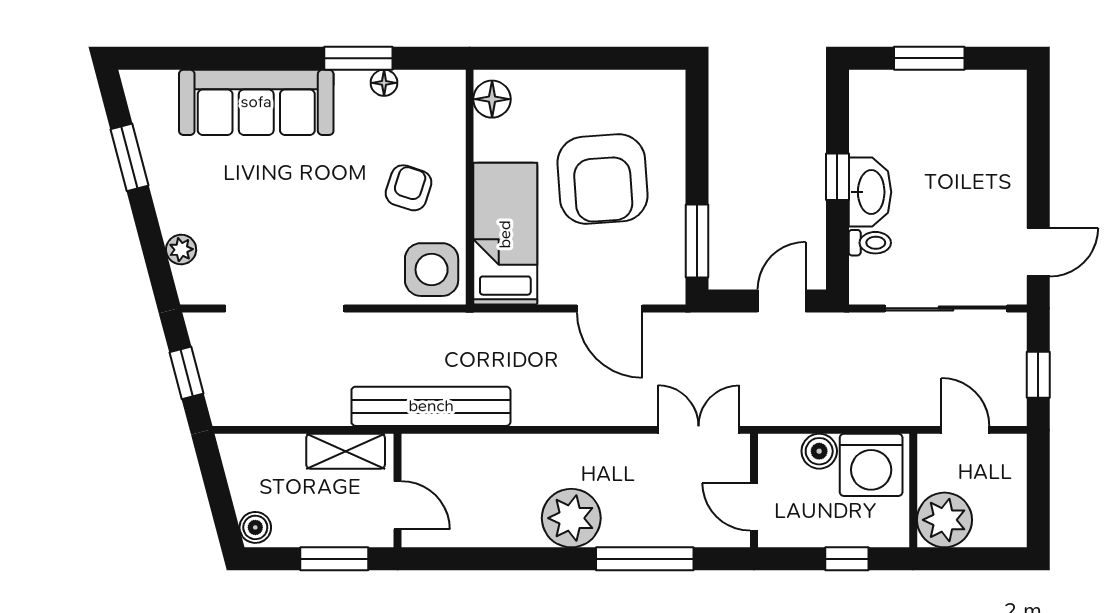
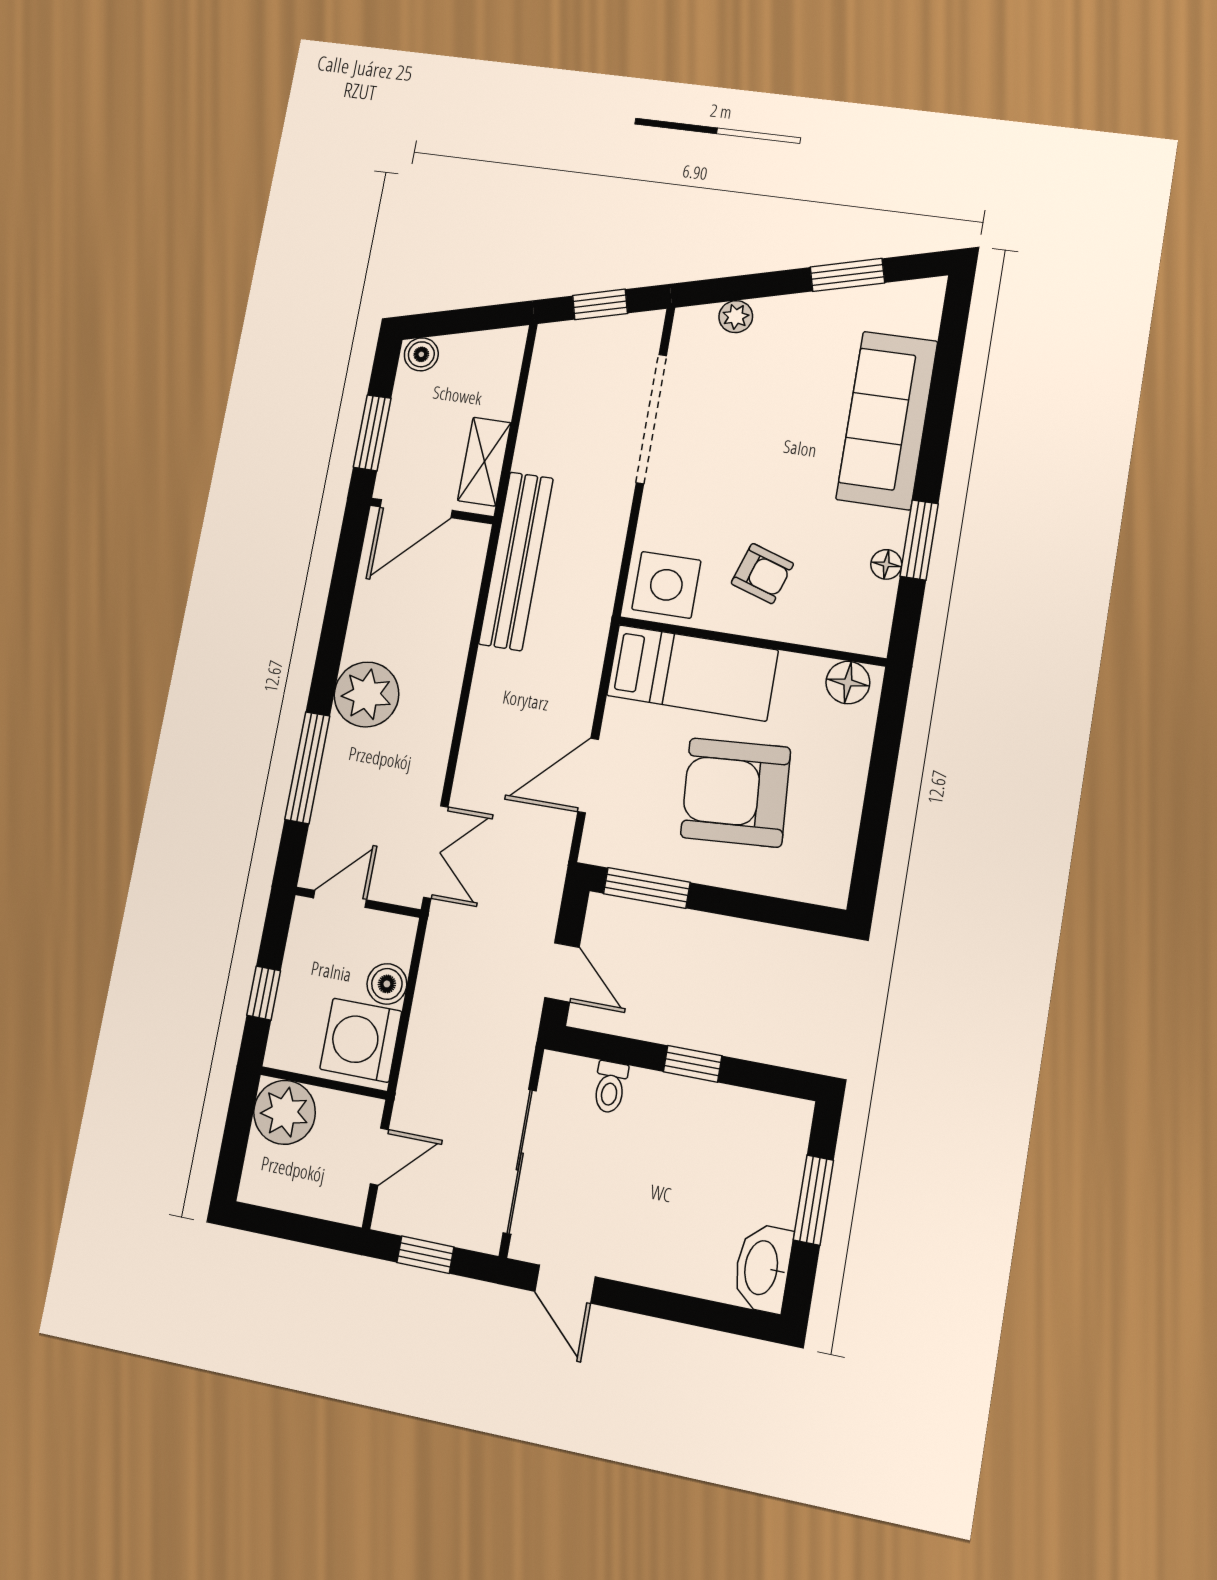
washbasin: (870, 192) -> (763, 1268), moved, turned 90
door: (398, 505) -> (416, 509), width x1.38

